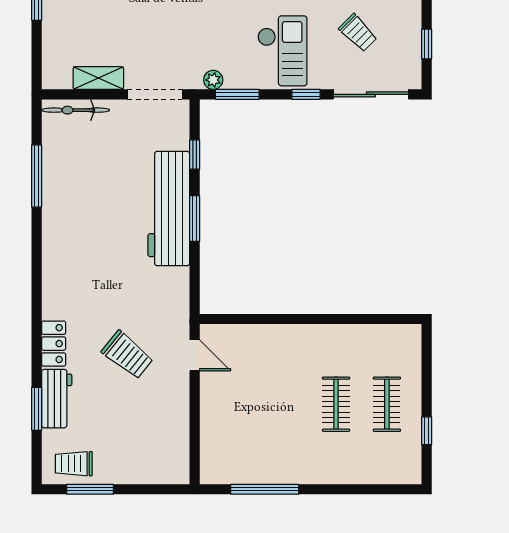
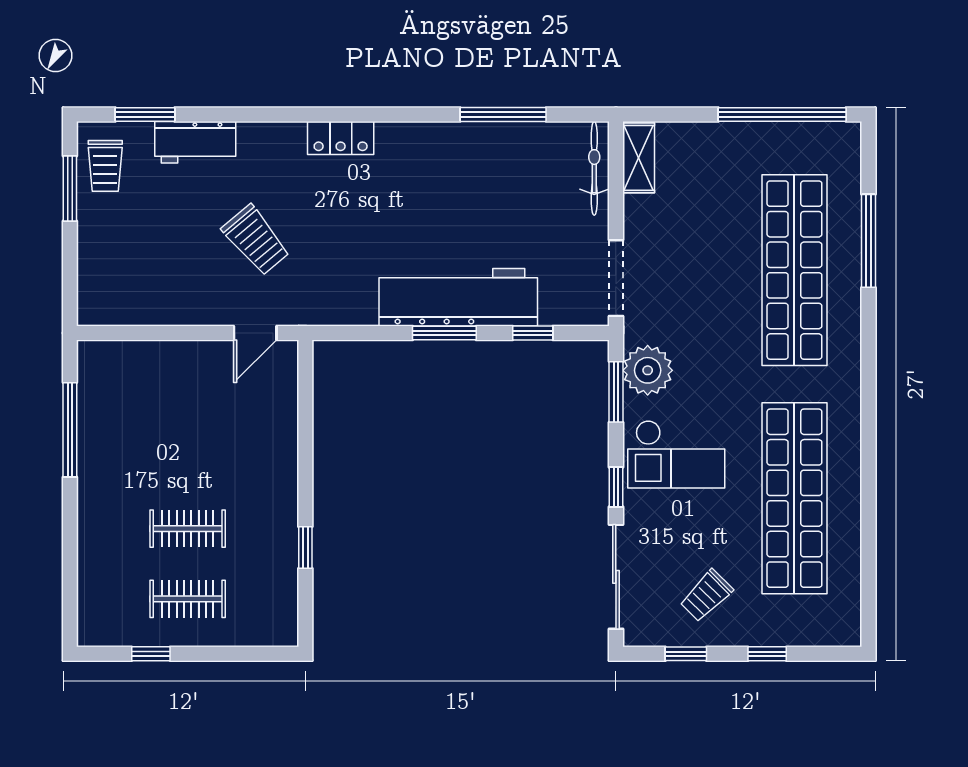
trolley: (358, 33) -> (706, 596), moved
shelving: (98, 78) -> (639, 158), moved
plant: (213, 80) -> (648, 370), width x1.87, depth x1.87
window: (350, 319) -> (305, 547), added
locker: (54, 344) -> (341, 138), moved
trolley: (127, 355) -> (256, 240), turned -79
window: (37, 409) -> (145, 114), moved
trolley: (74, 464) -> (105, 166), turned 180

